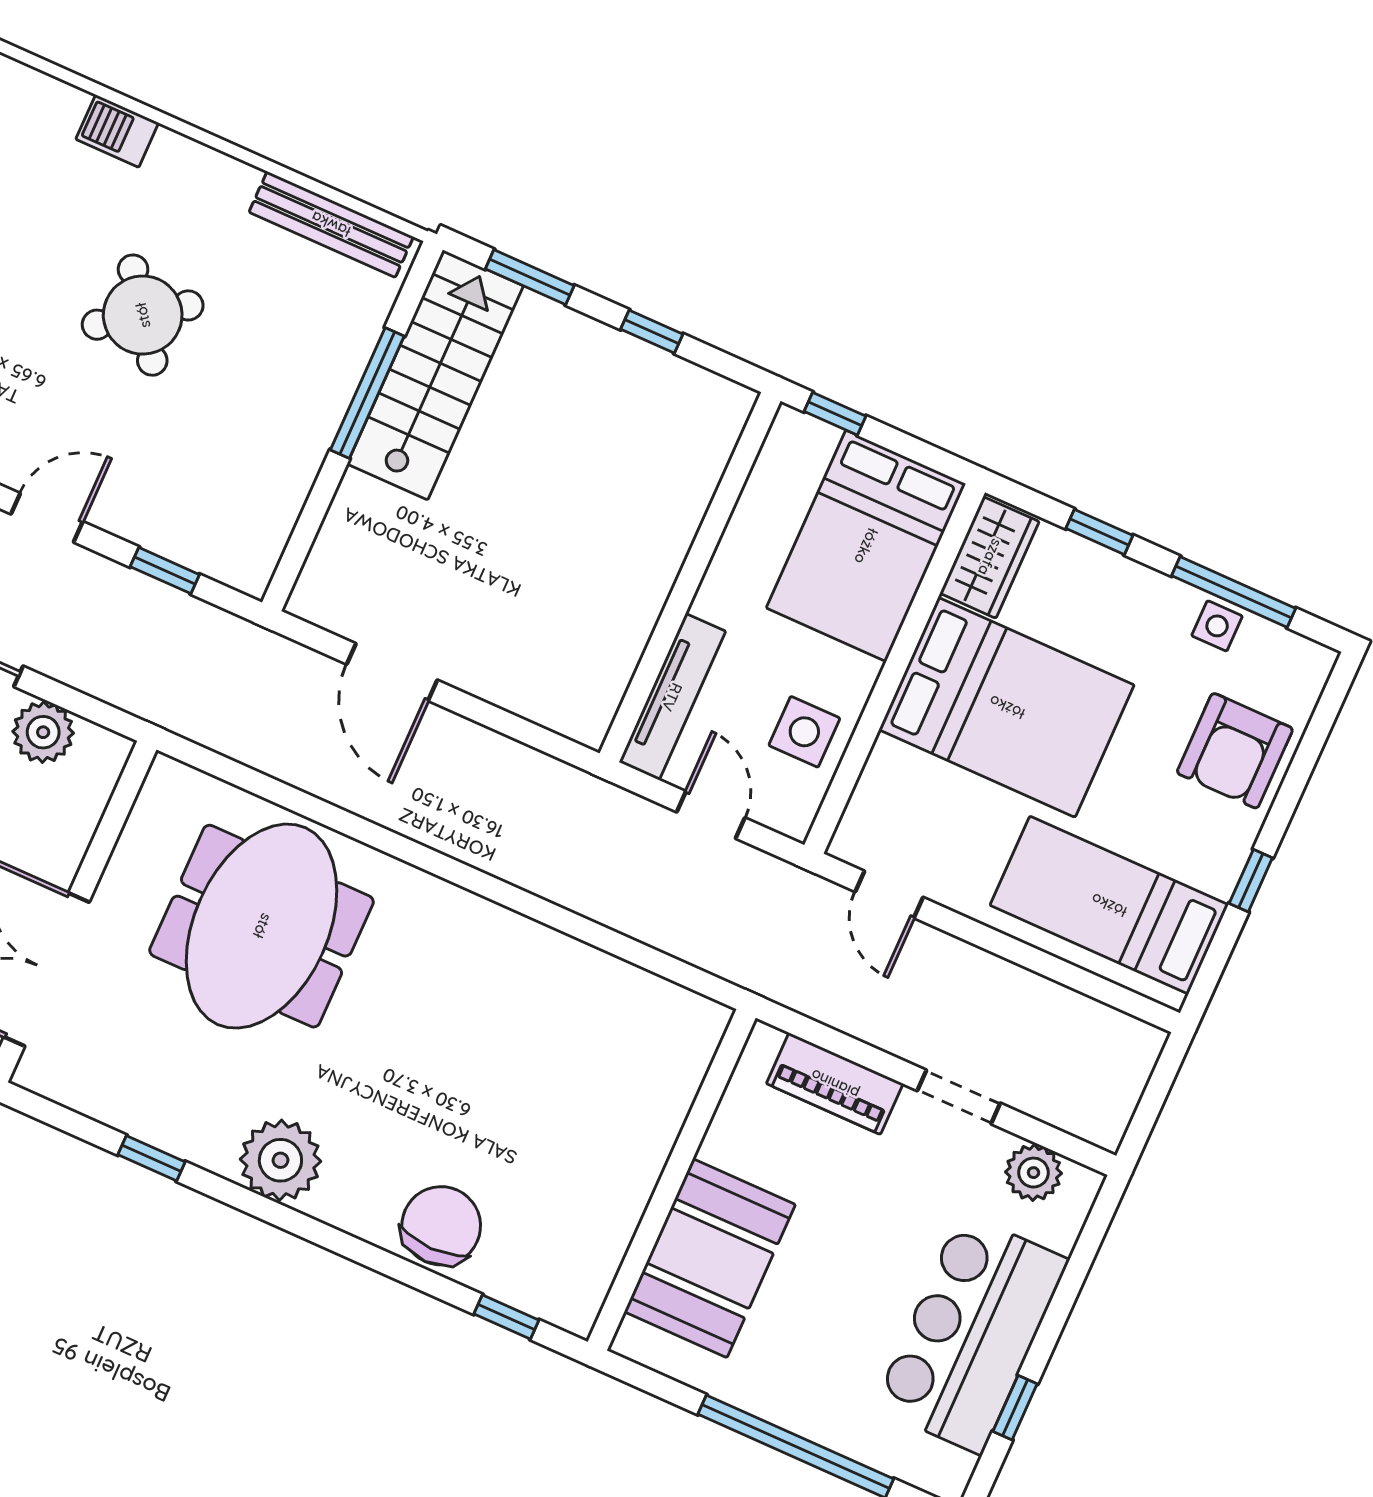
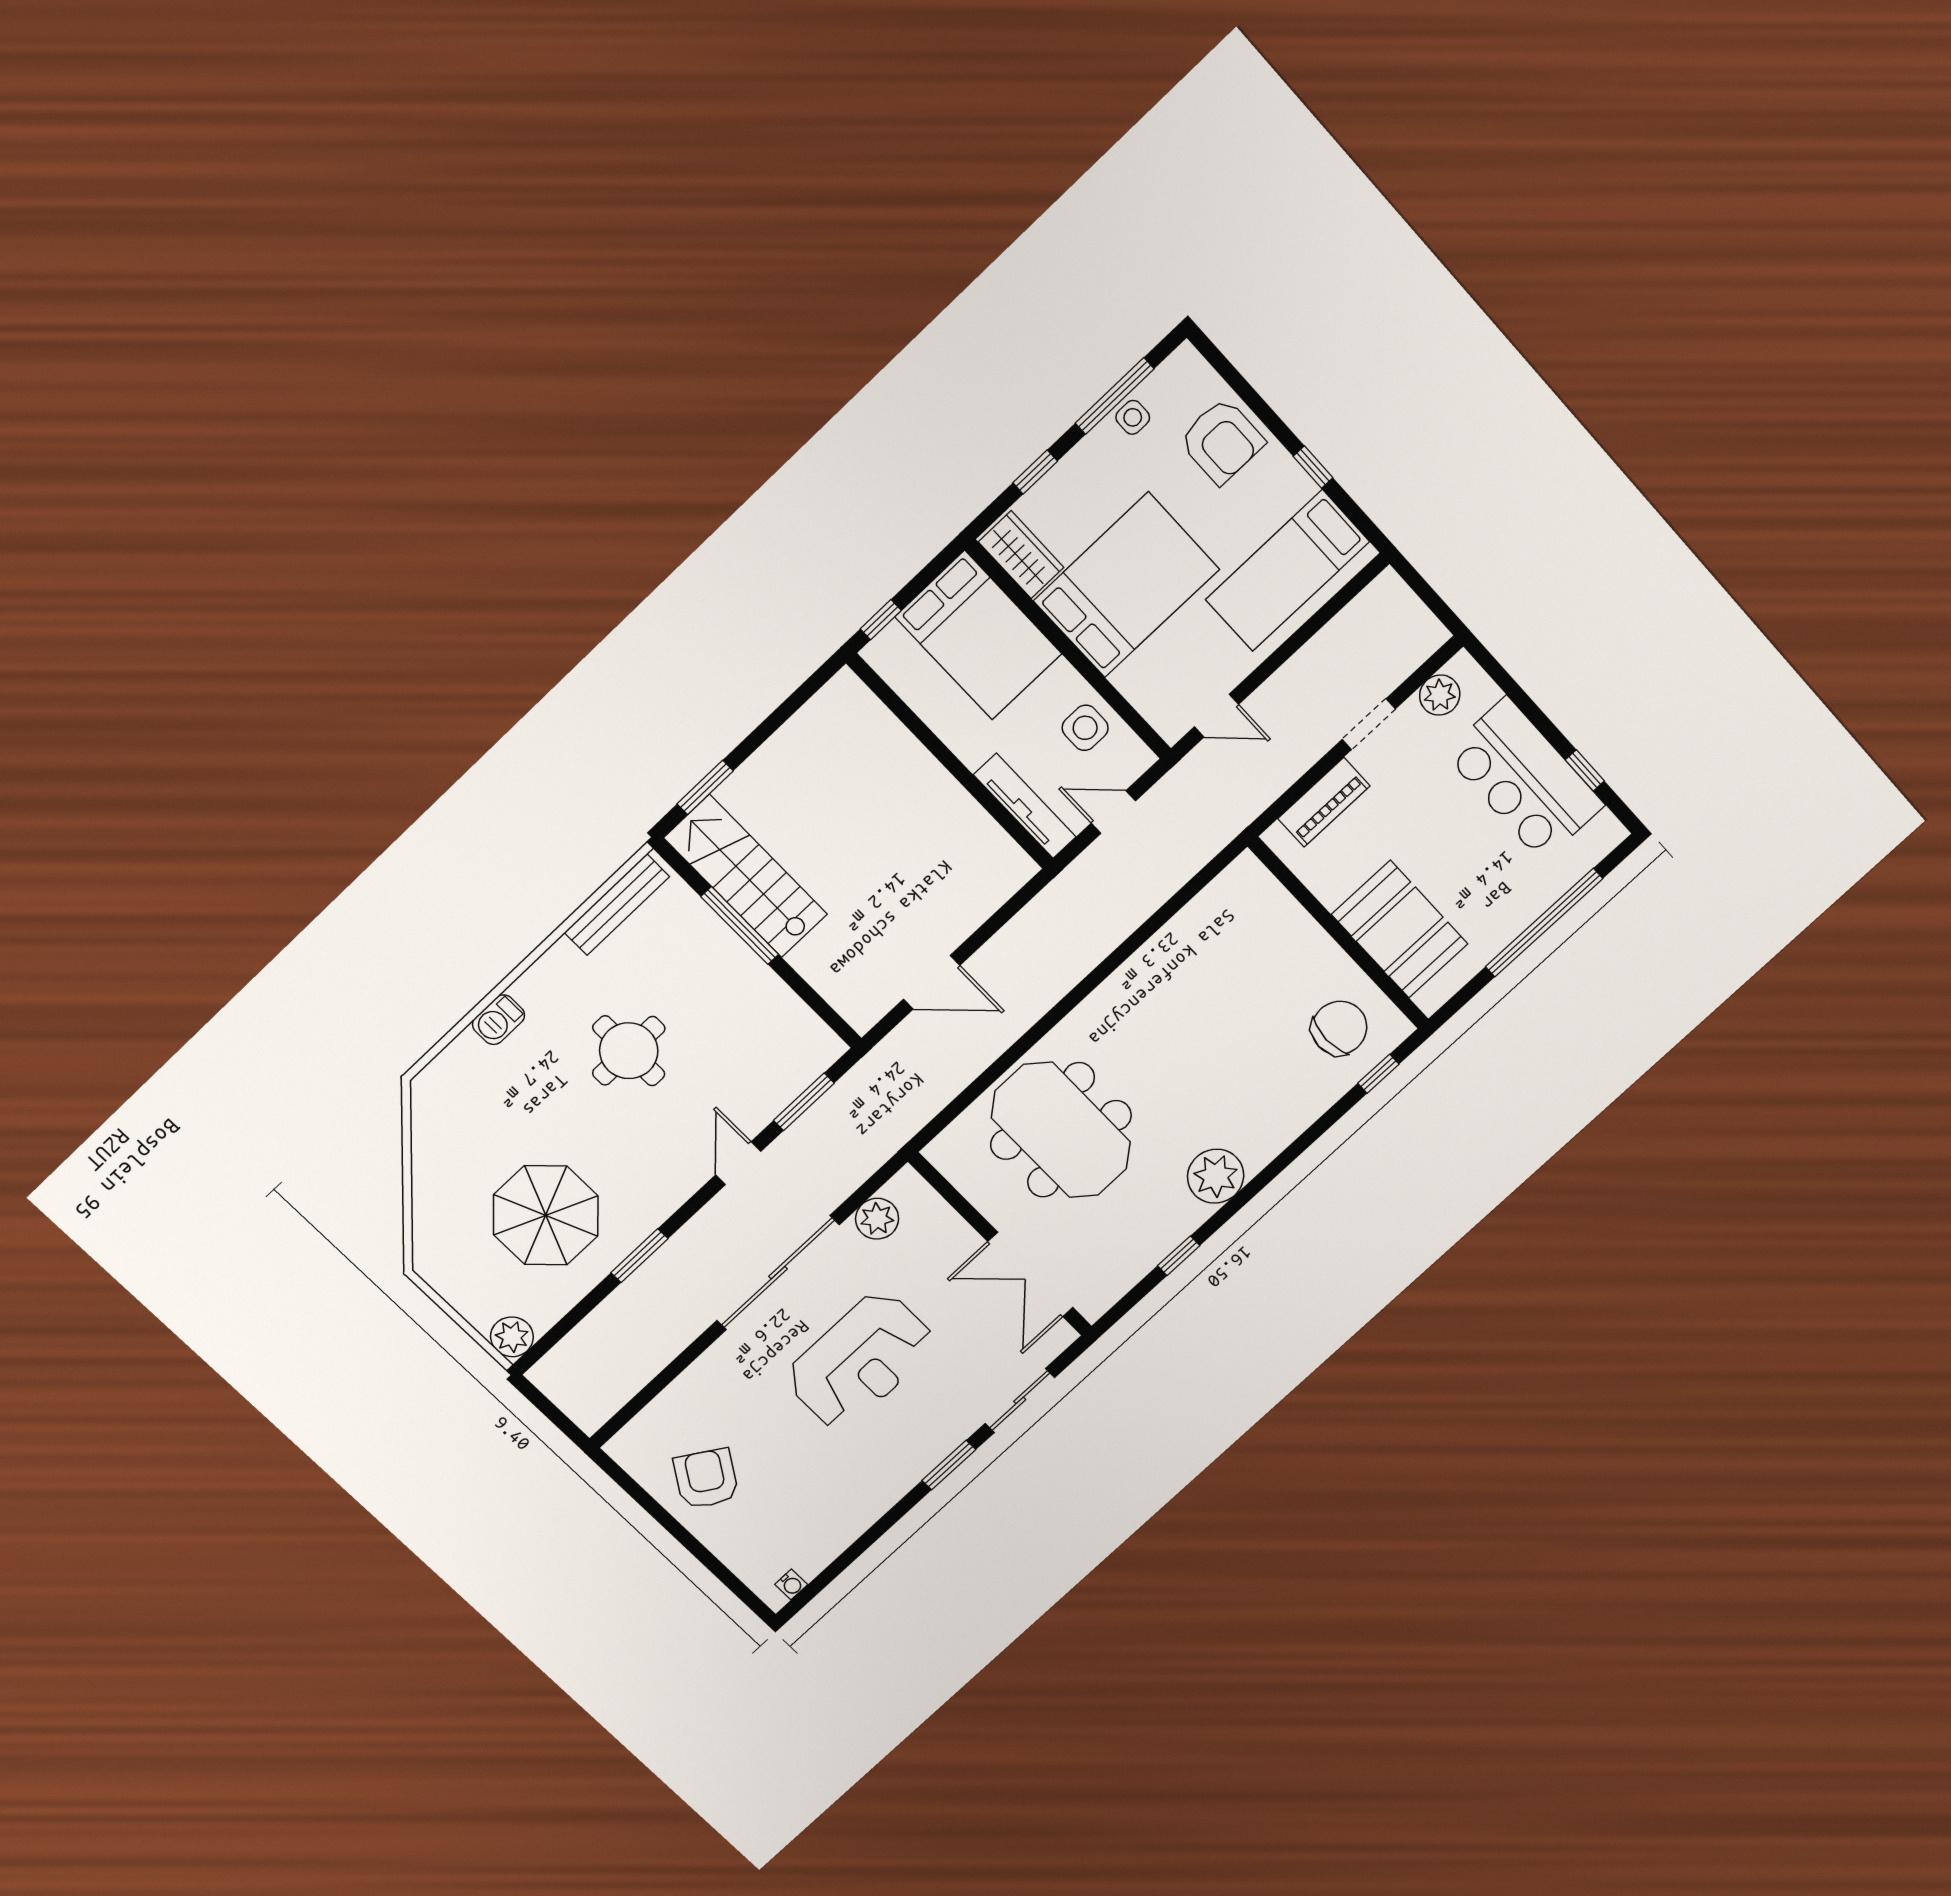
round table: (143, 315) -> (629, 1051), turned 36
window: (652, 332) -> (775, 721), removed
window: (165, 571) -> (804, 1102), width x1.50
chair: (441, 1226) -> (1339, 1028), moved, turned 90

